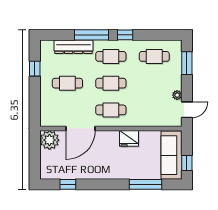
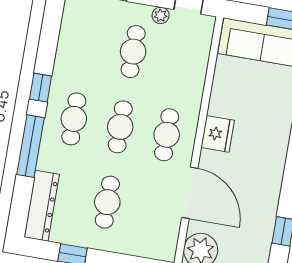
dresser: (73, 47) -> (42, 206), moved
cafe table: (154, 56) -> (133, 52), moved
fridge: (129, 138) -> (218, 134), moved

